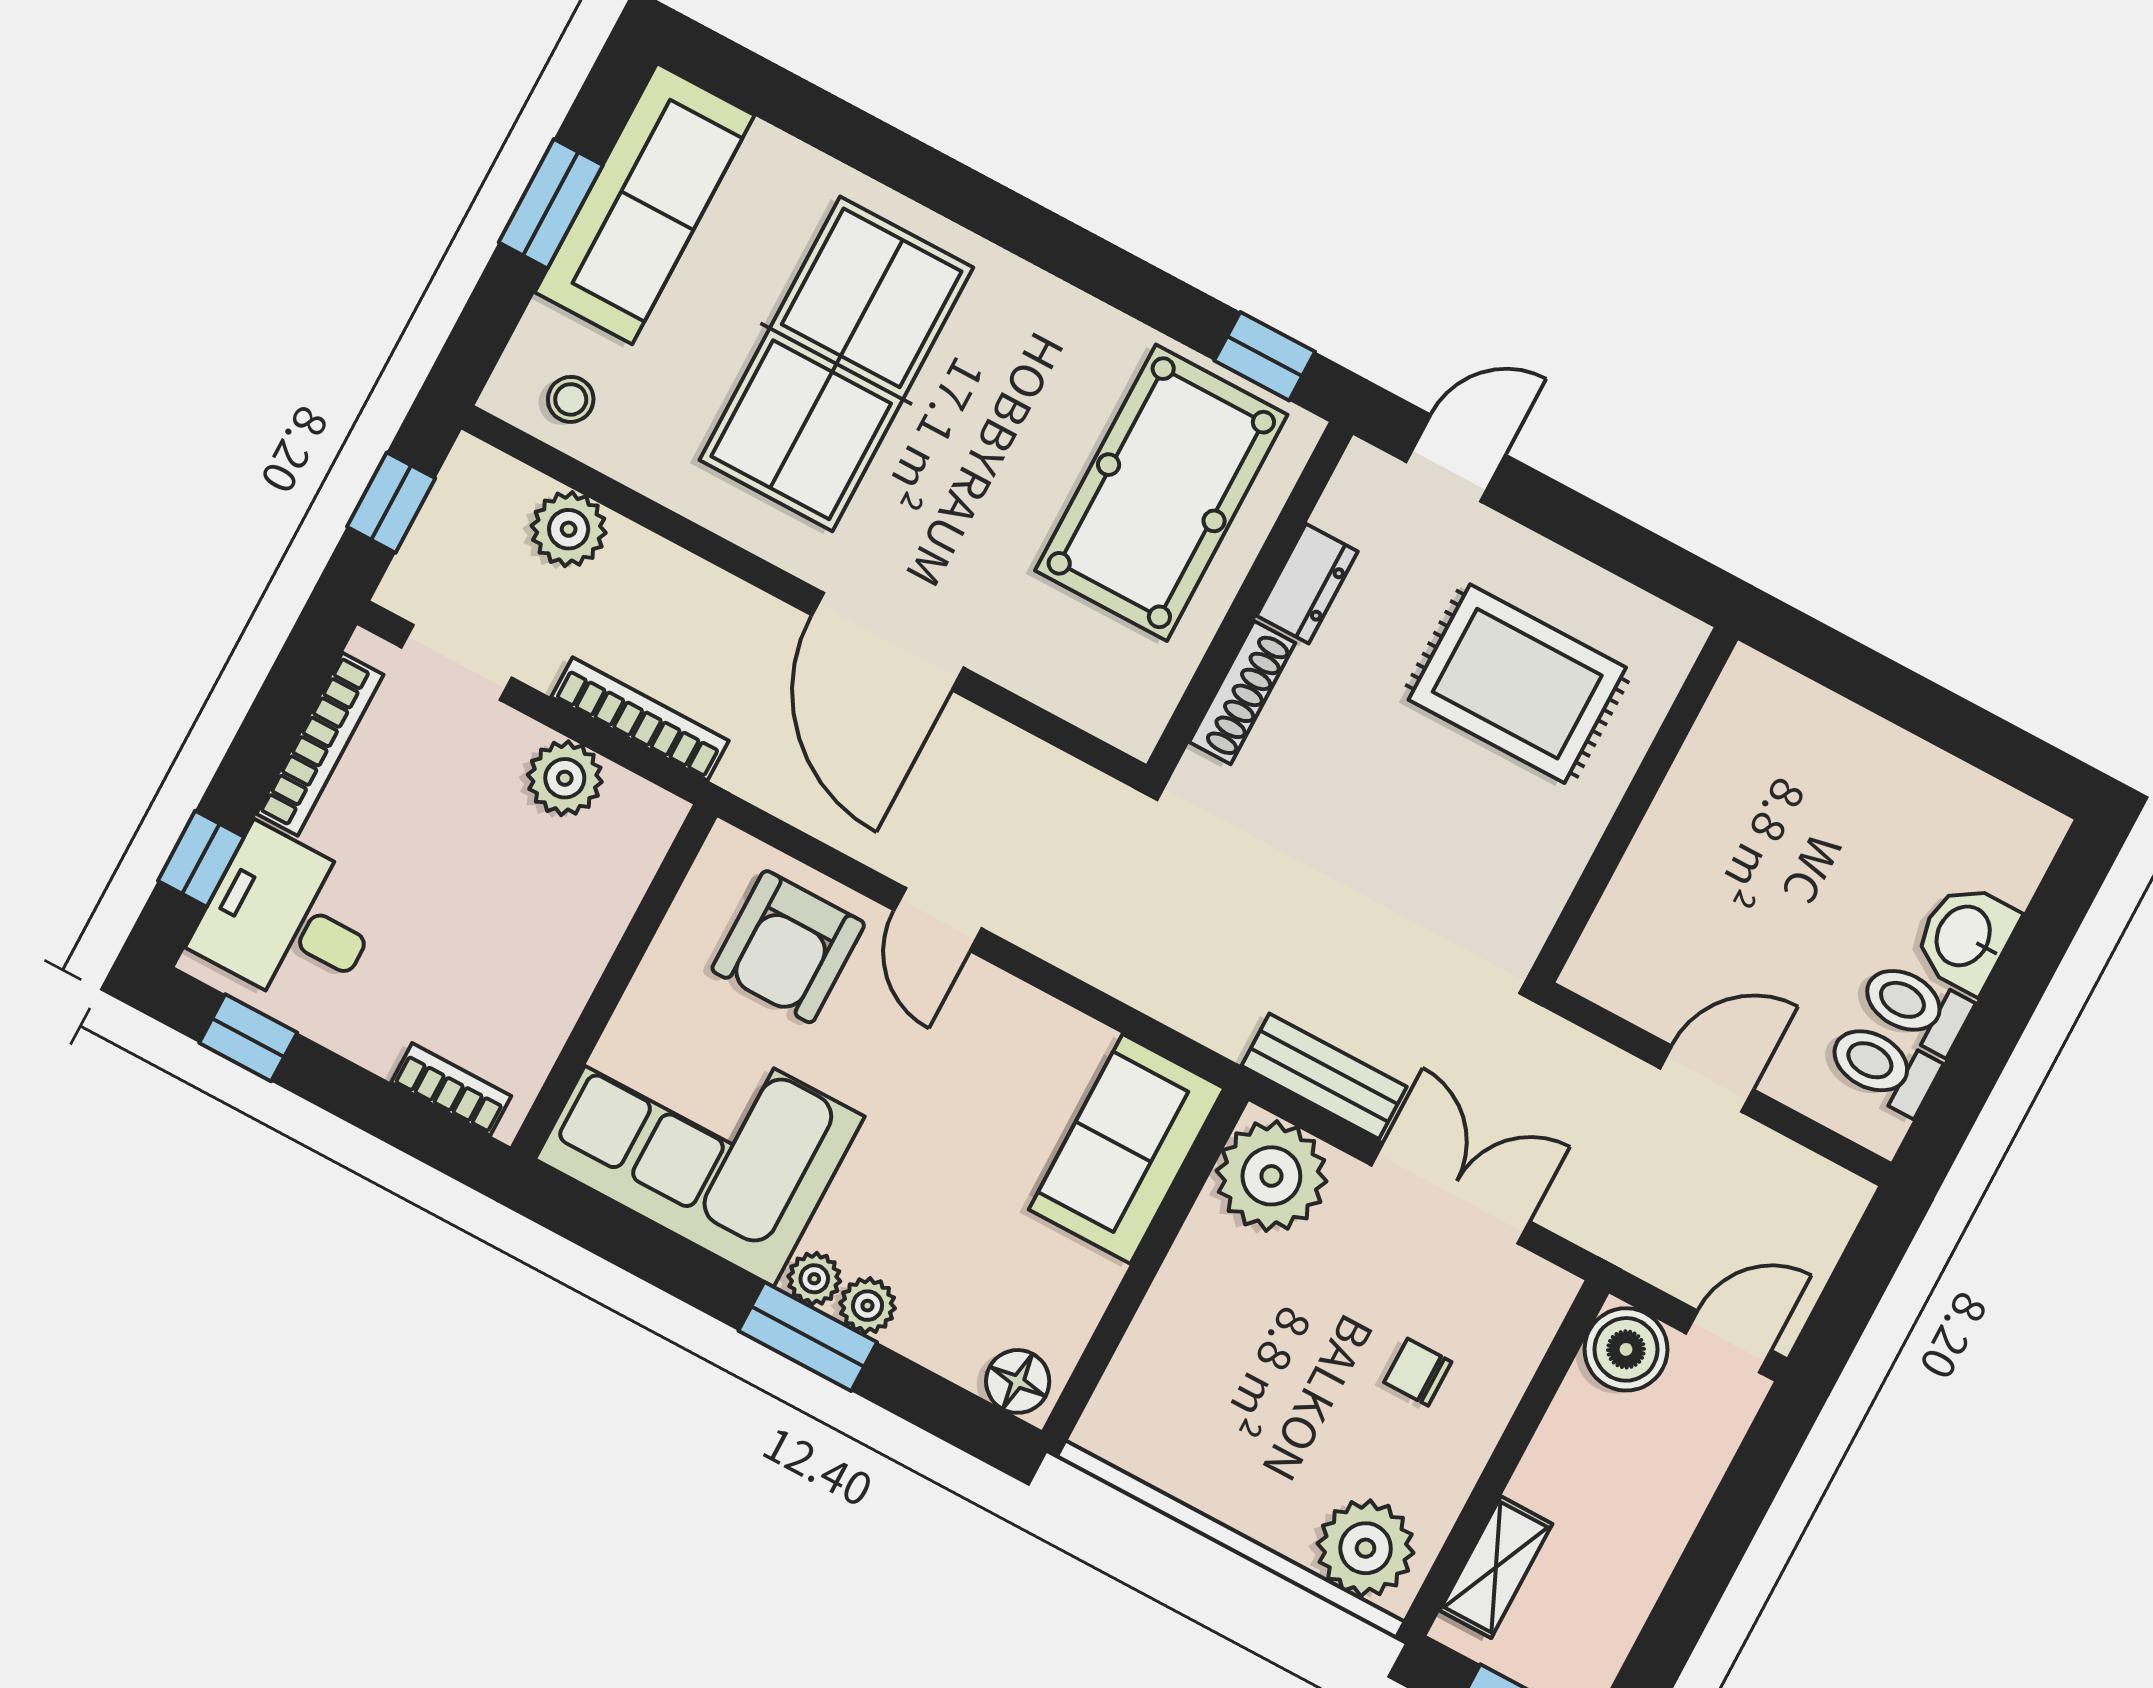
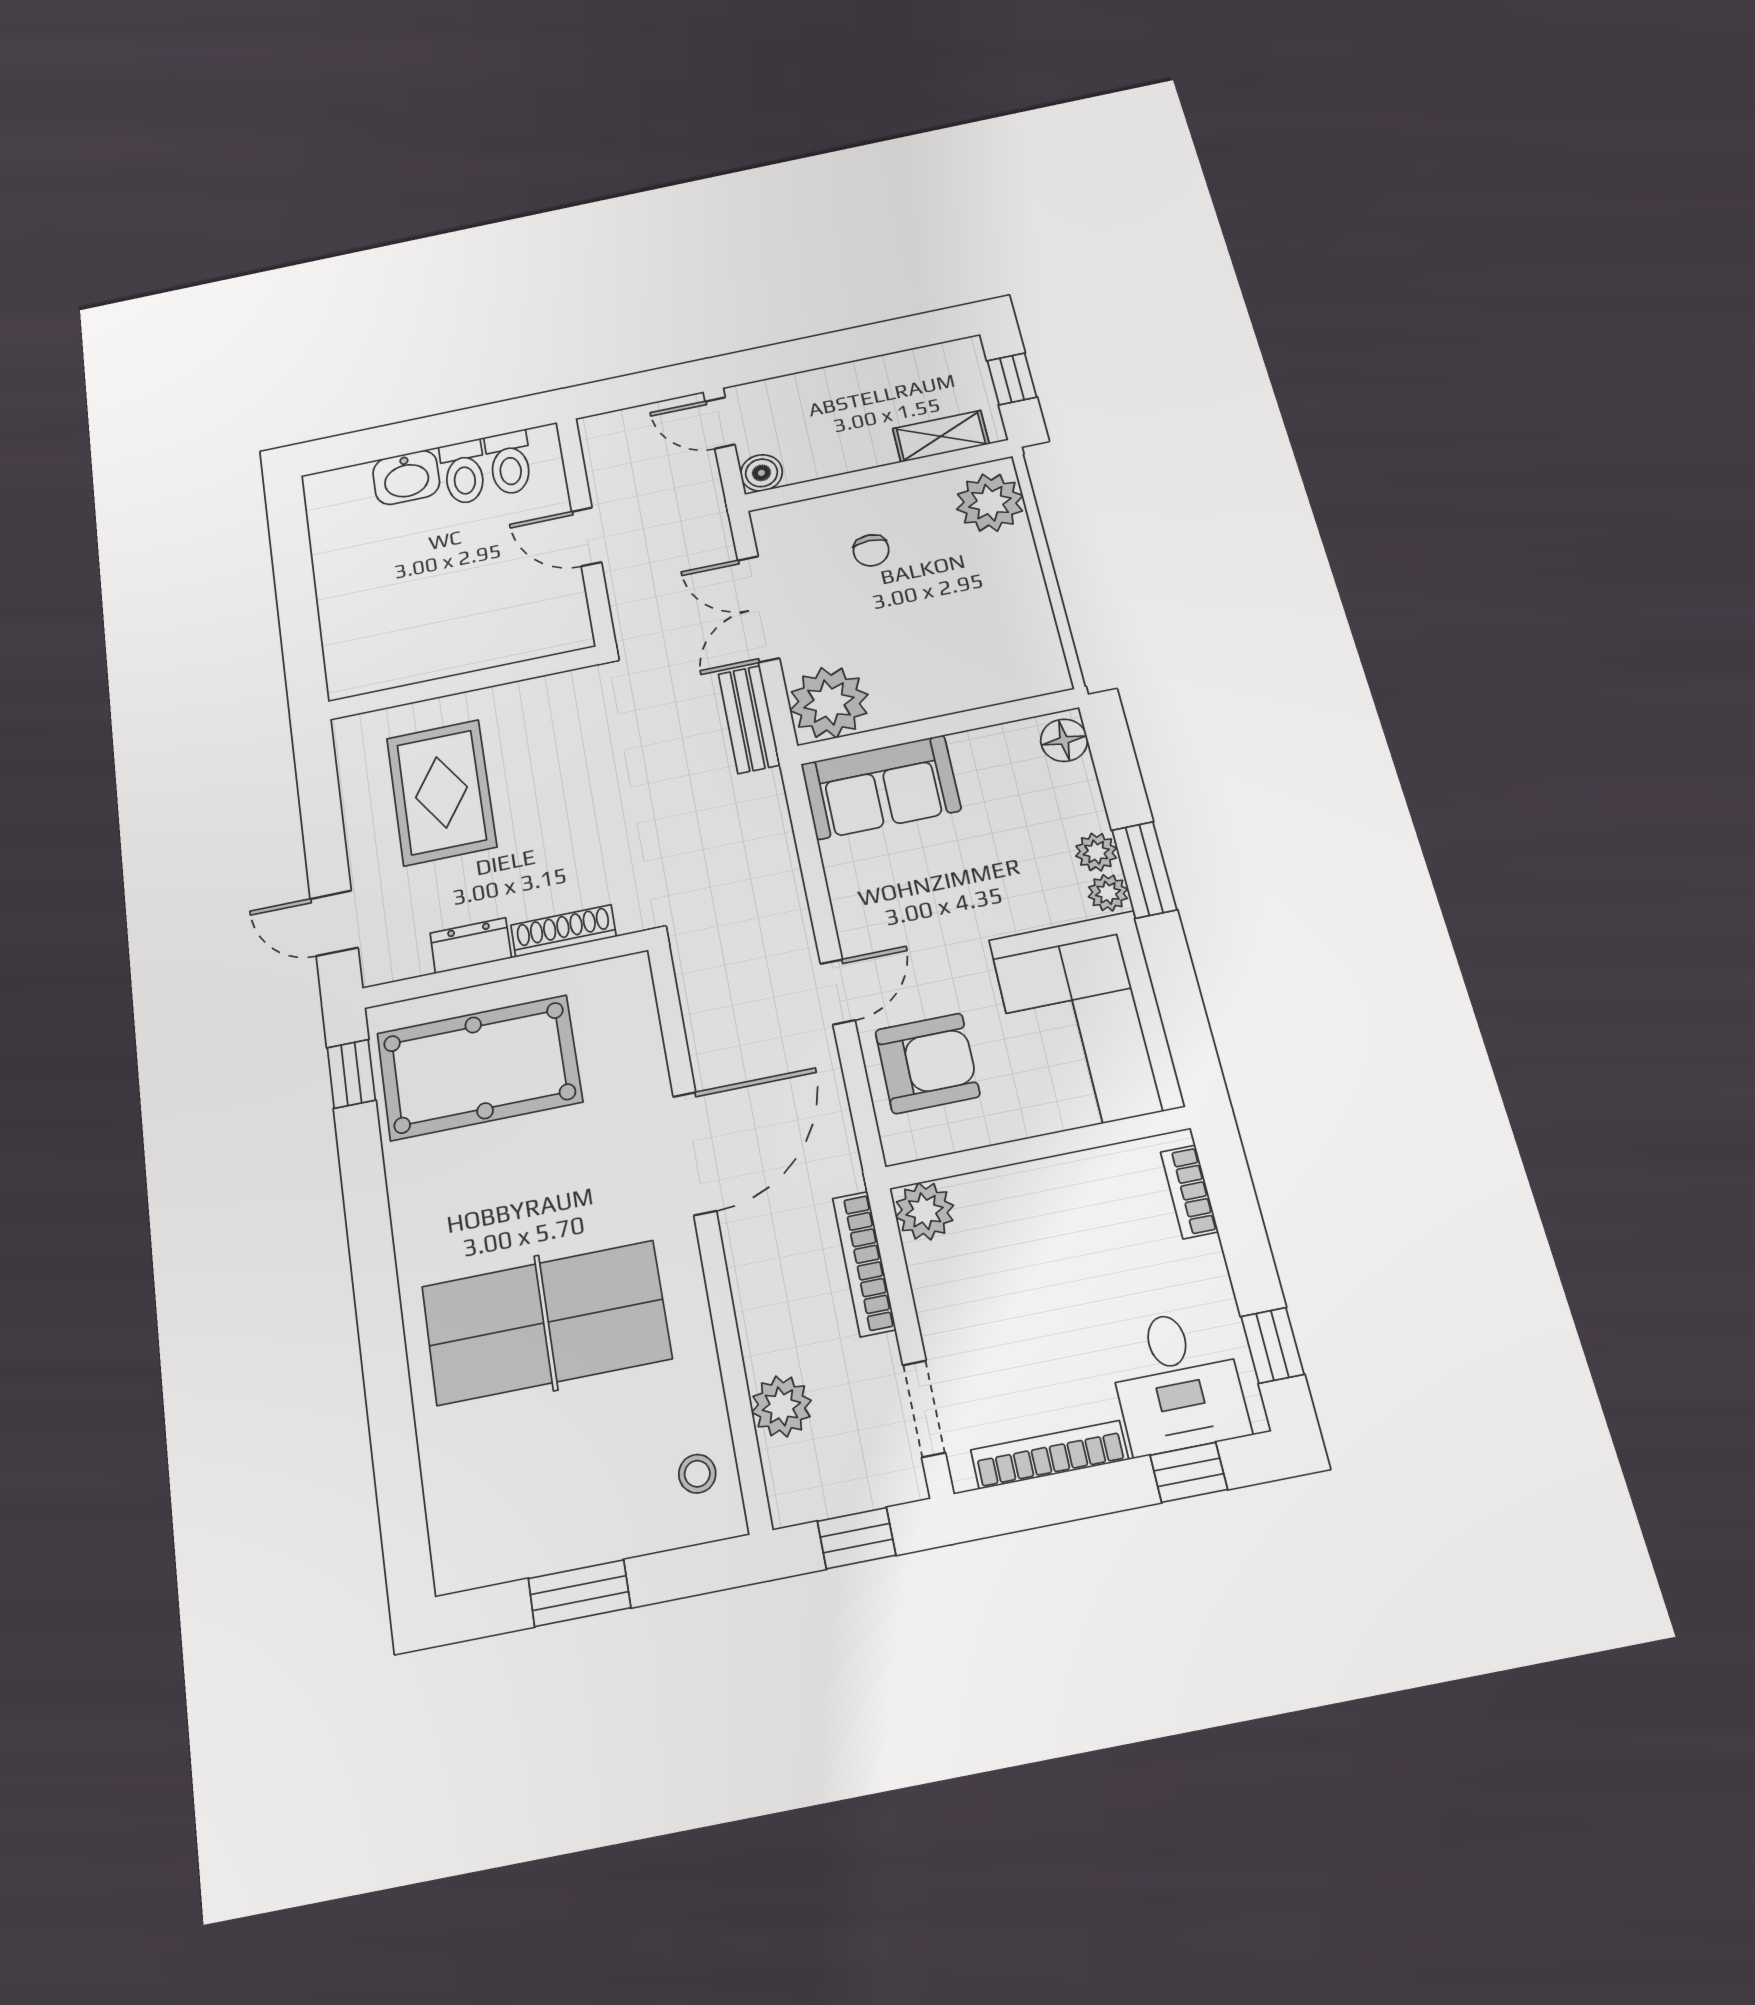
sofa: (645, 204) -> (534, 1530), removed
plant: (565, 778) -> (925, 1211), moved
boiler: (1626, 1349) -> (761, 473), width x0.73, depth x0.73

